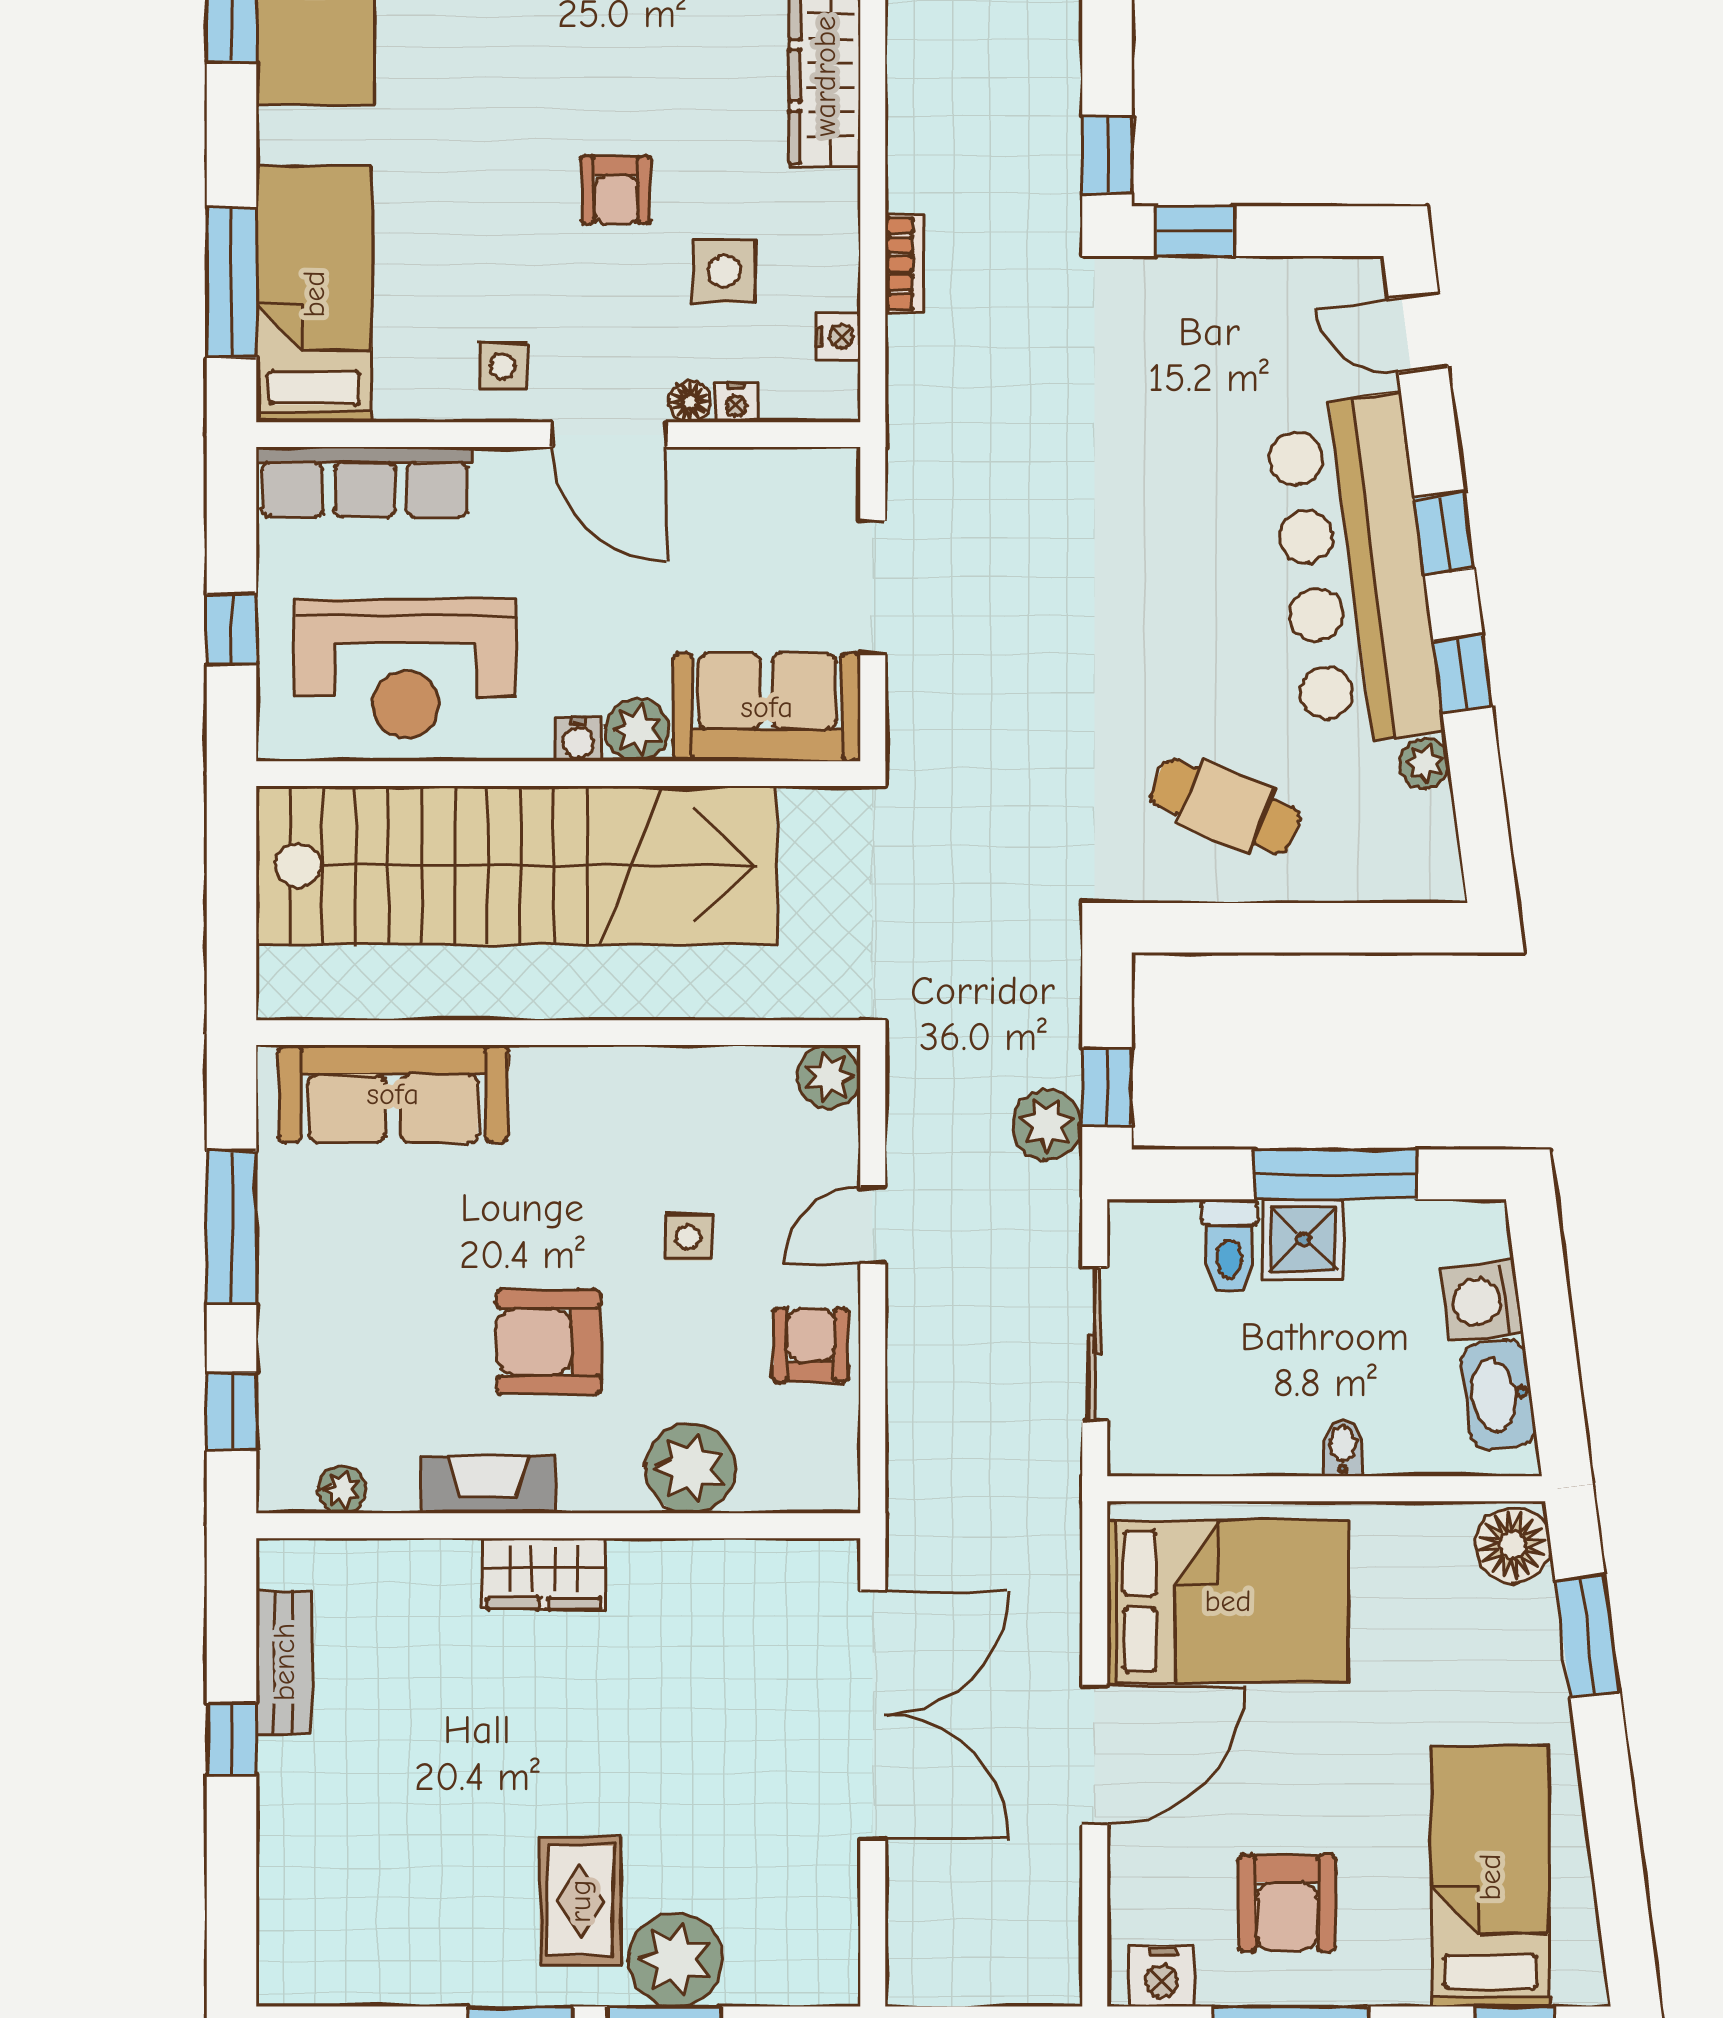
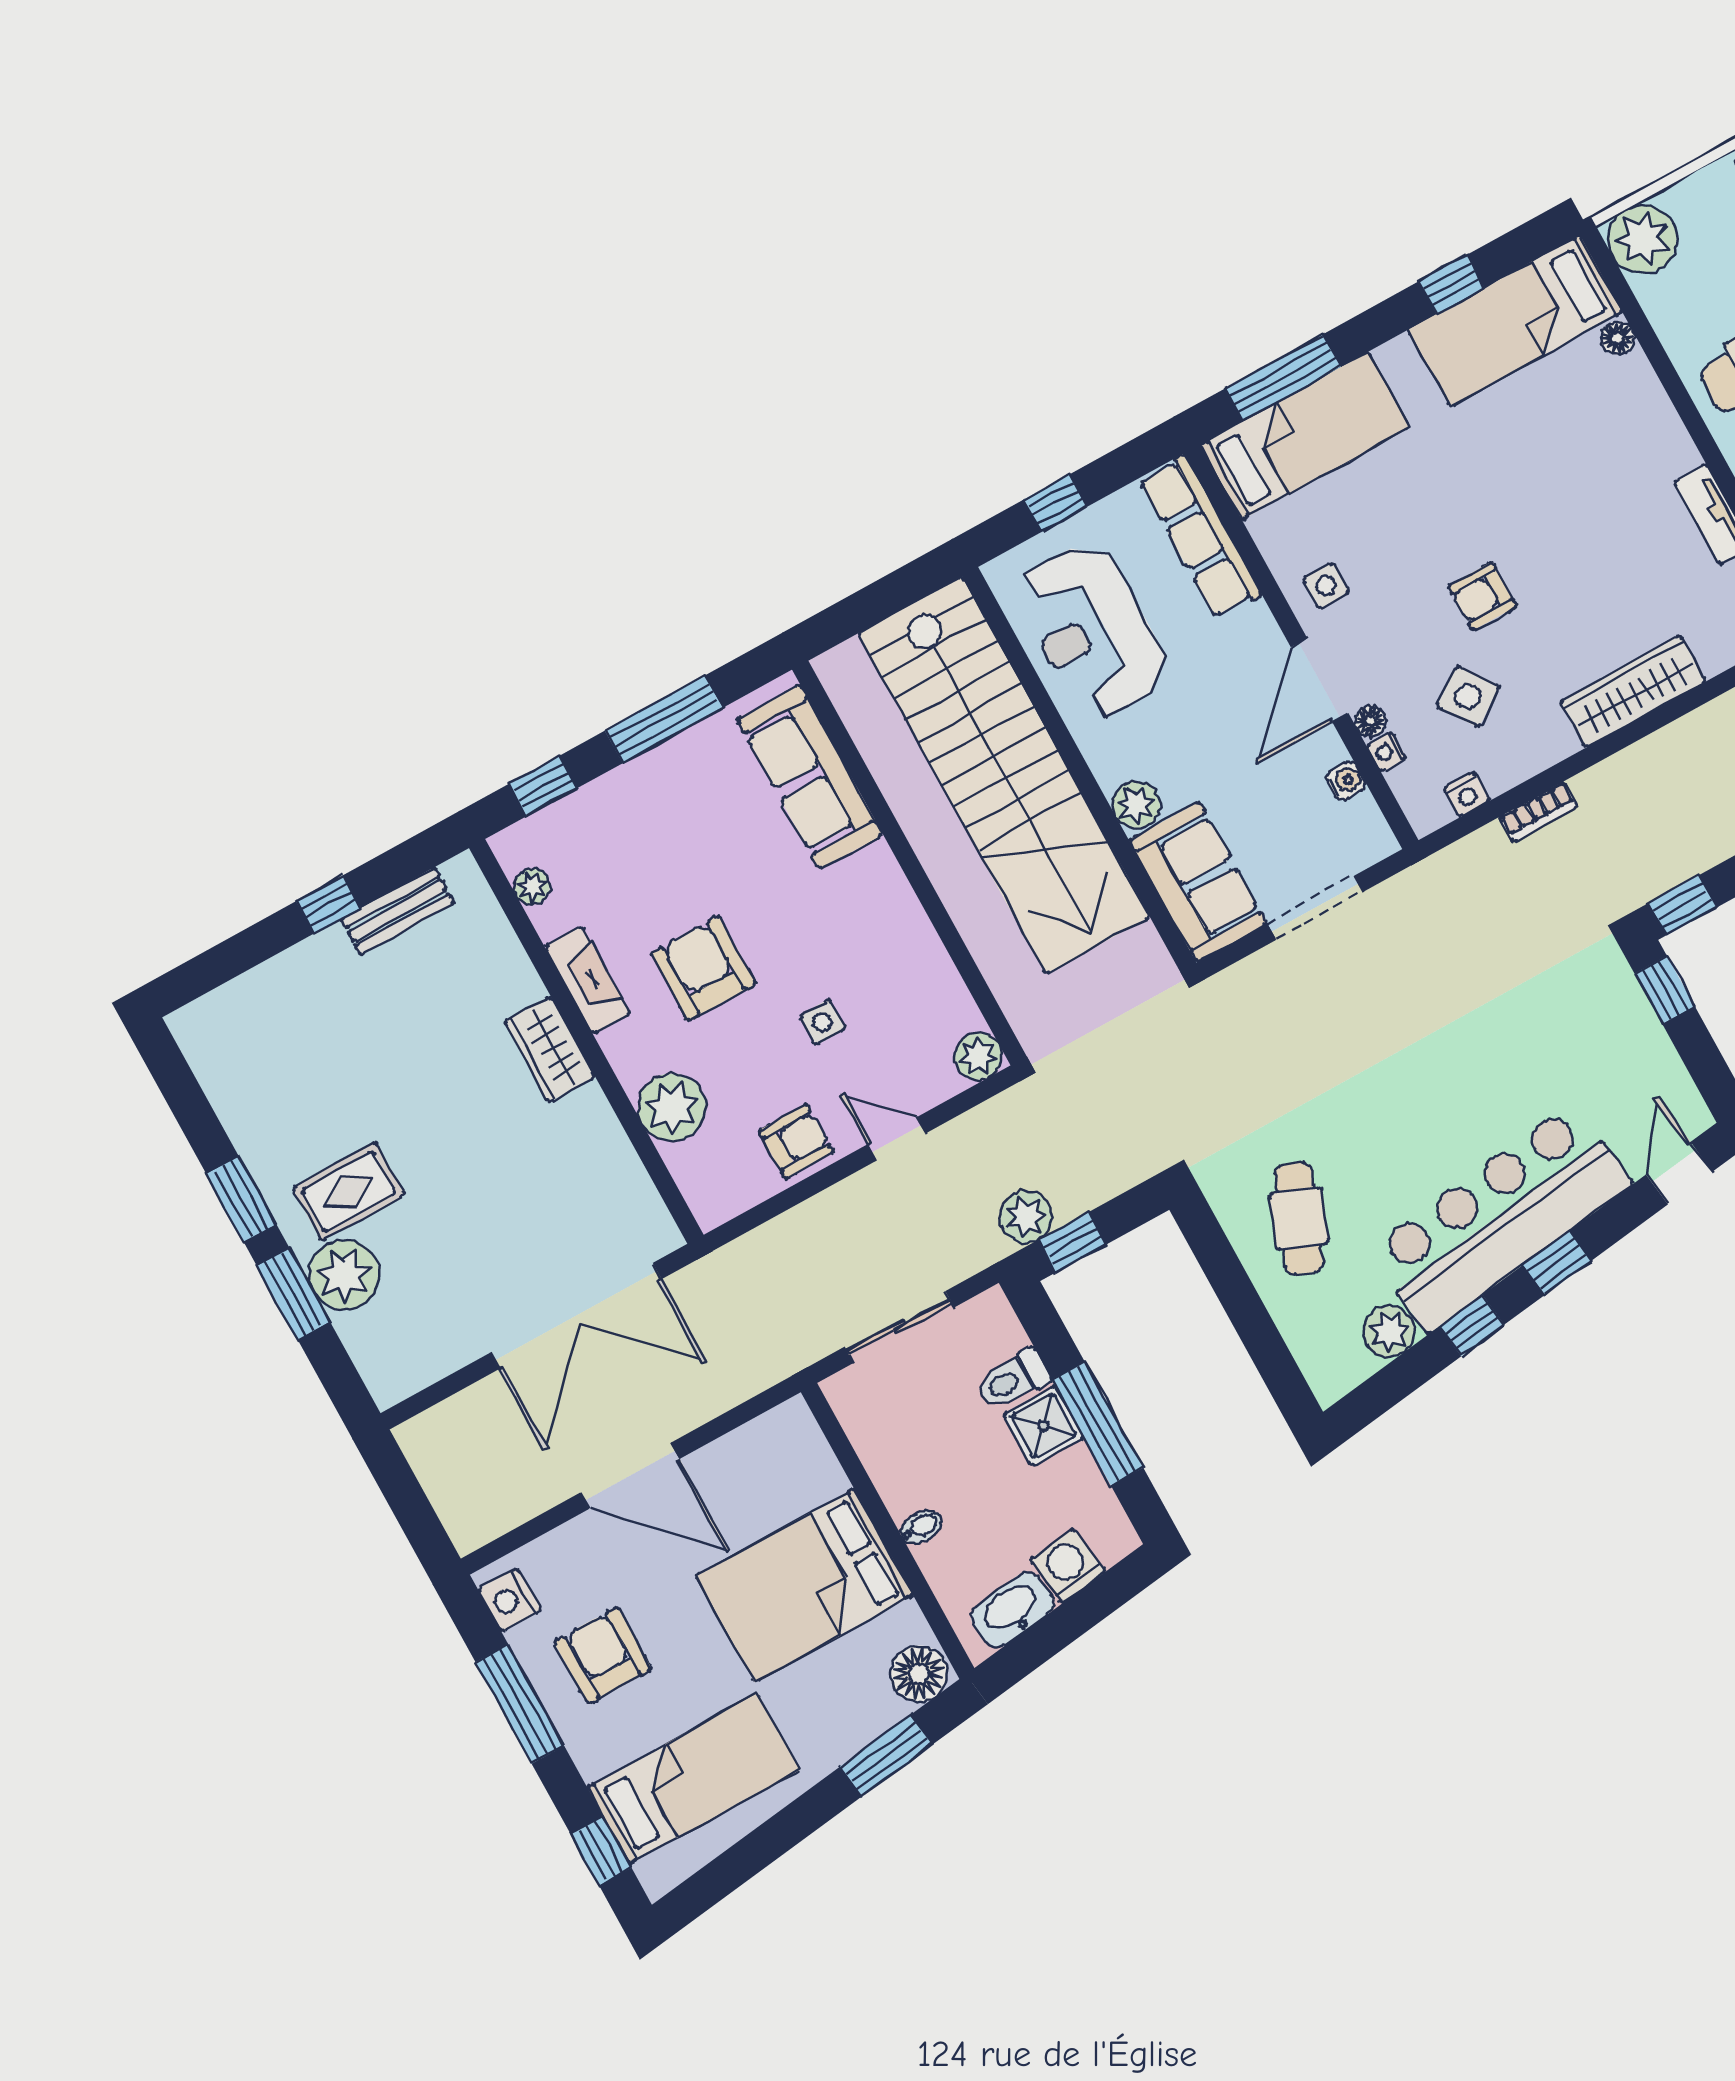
side table: (724, 271) -> (1468, 696), turned -35
water cooler: (579, 739) -> (1346, 781), moved, turned 180
plant: (1424, 764) -> (1389, 1332), width x1.38, depth x1.38
bed: (1228, 1601) -> (805, 1585), moved, turned 90
armchair: (1287, 1903) -> (603, 1655), turned 90

